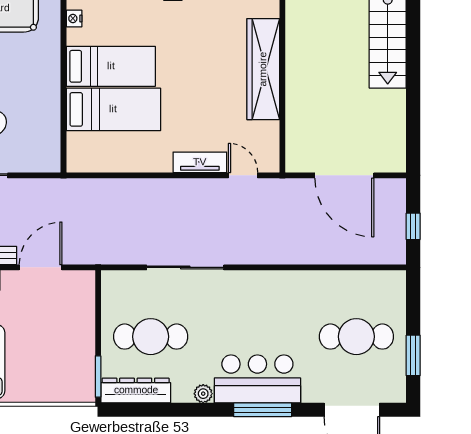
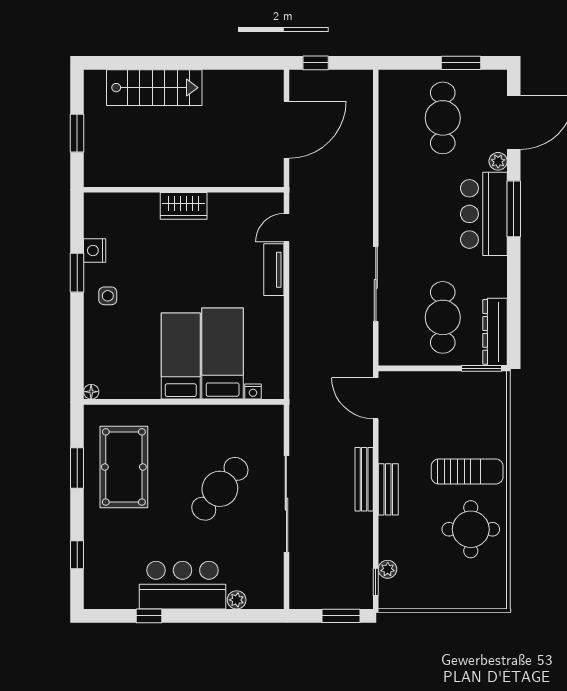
nightstand: (74, 18) -> (253, 392), moved
wardrobe: (263, 69) -> (184, 206), width x0.48, depth x0.85
window: (413, 226) -> (316, 63), moved
door: (41, 267) -> (376, 398), moved
plant: (203, 394) -> (498, 161), moved

